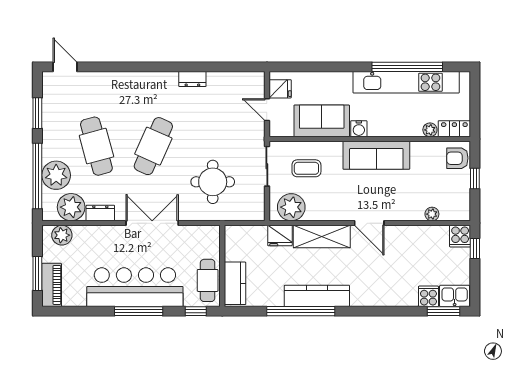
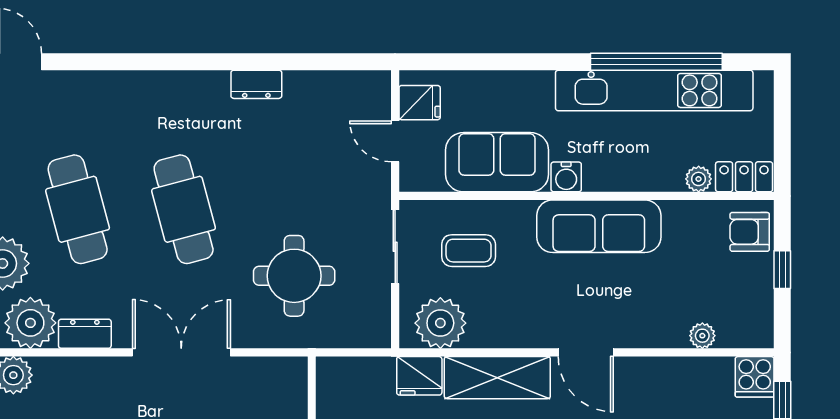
cafe table: (153, 146) -> (184, 209), turned -39

